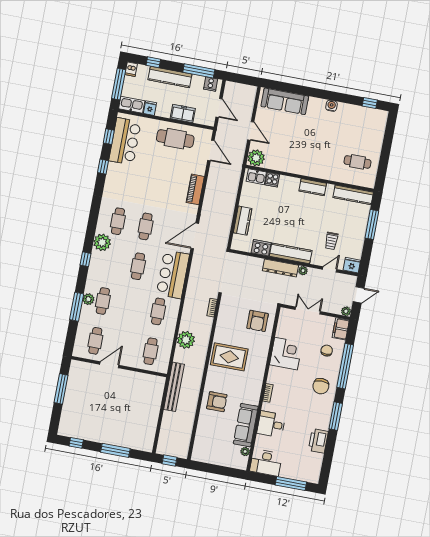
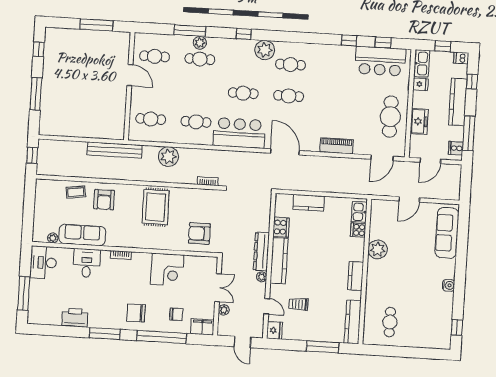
window: (119, 84) -> (443, 46), width x0.46
plant: (256, 158) -> (378, 249), moved
plant: (346, 311) -> (224, 310), moved
coffee table: (207, 426) -> (76, 192), added

